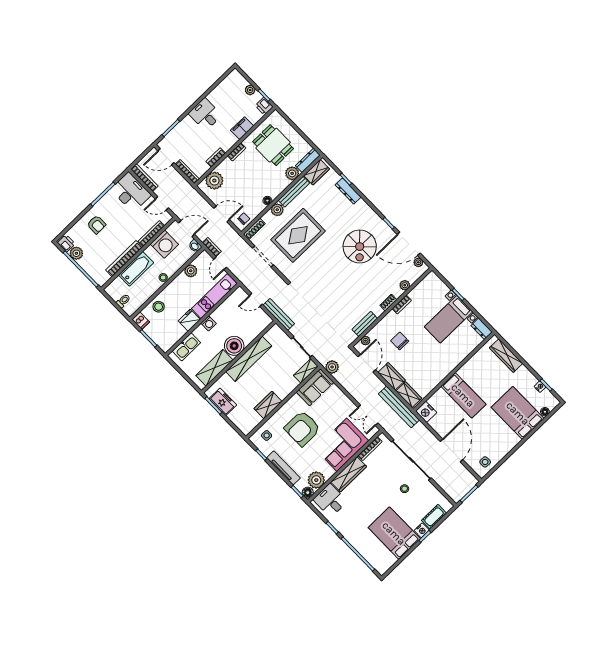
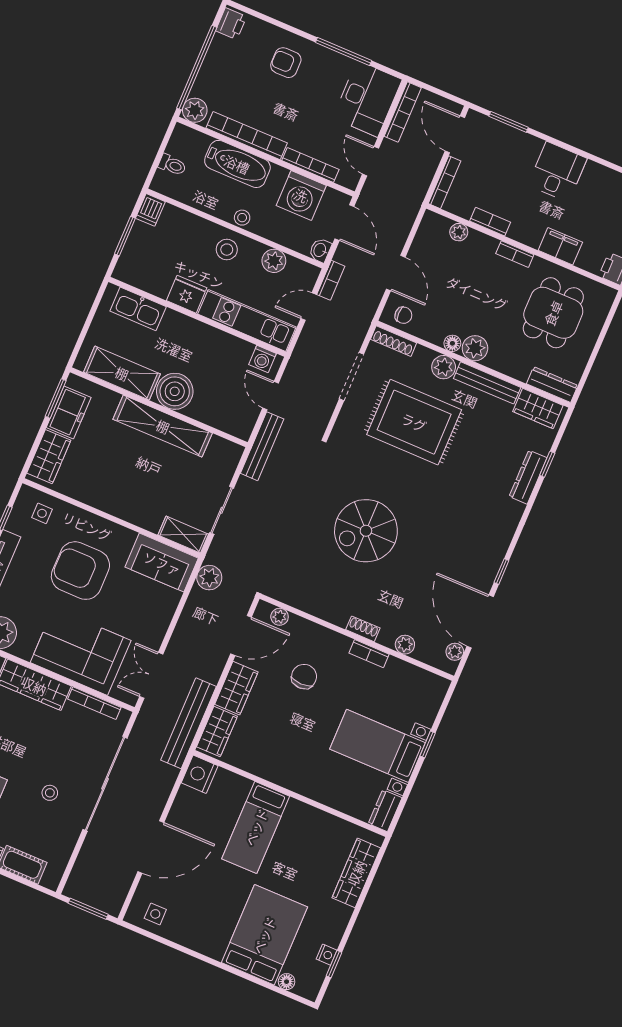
plant: (292, 173) -> (475, 348), moved
plant: (214, 181) -> (459, 232), width x0.53, depth x0.53
armchair: (96, 225) -> (286, 63), turned 90
spiral stairs: (360, 247) -> (366, 531), moved
plant: (76, 253) -> (195, 110), moved
stool: (159, 307) -> (227, 250), moved
washing machine: (209, 323) -> (263, 359), moved
bench: (365, 324) -> (308, 603), removed
wardrobe: (268, 405) -> (49, 457), moved, turned 90

